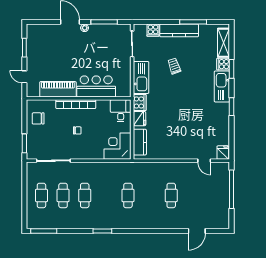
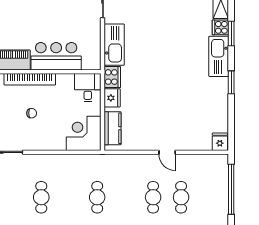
trolley: (174, 66) -> (157, 30), removed
door: (204, 161) -> (167, 152), moved
cafe table: (63, 195) -> (181, 197), moved

